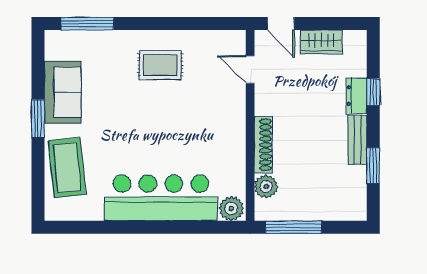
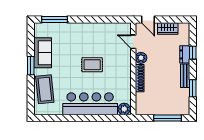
rug: (160, 65) -> (92, 65), moved
plant: (266, 187) -> (141, 58), moved
window: (294, 227) -> (168, 118), moved

